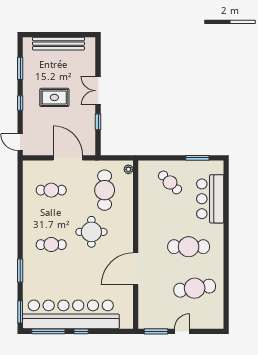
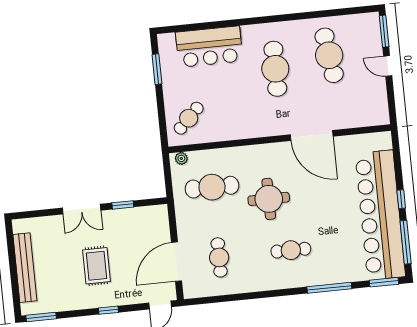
window: (20, 68) -> (41, 317), moved
door: (68, 158) -> (177, 262), moved
cafe table: (170, 182) -> (189, 118), moved
cafe table: (51, 245) -> (291, 250), turned 90
window: (20, 271) -> (329, 288), width x1.44
window: (156, 331) -> (384, 31), moved

